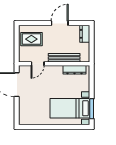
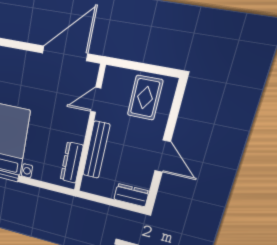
door: (38, 64) -> (96, 100), hinge flipped

